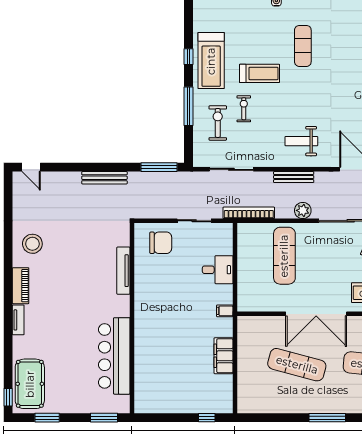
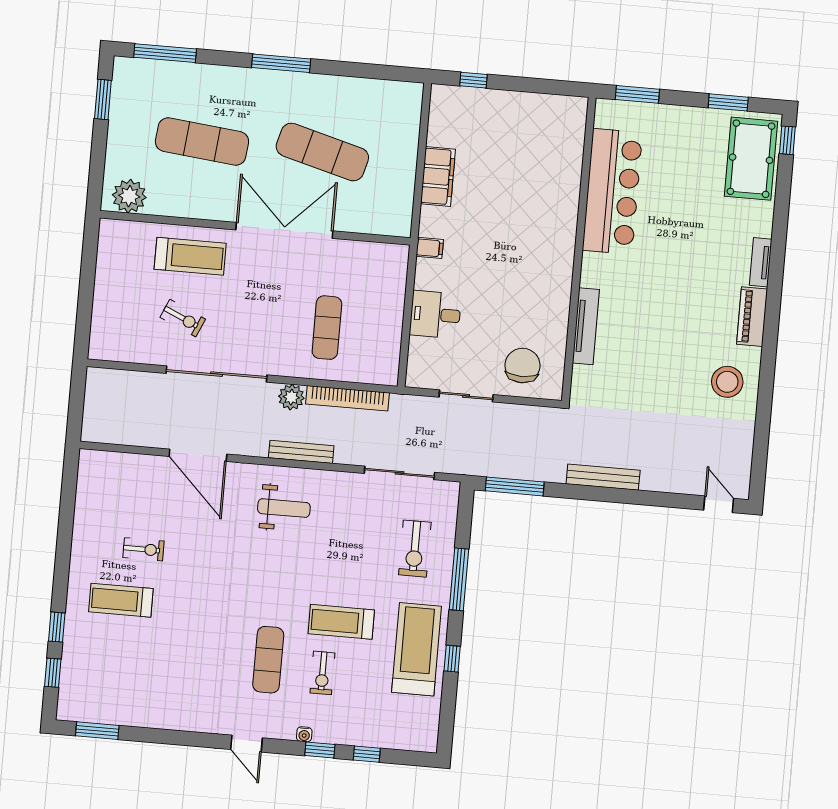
exercise bike: (244, 109) -> (322, 673), moved
bookcase: (249, 213) -> (348, 398), moved
chair: (161, 243) -> (522, 366), turned 90
exercise mat: (284, 256) -> (327, 328), width x0.73, depth x0.69

